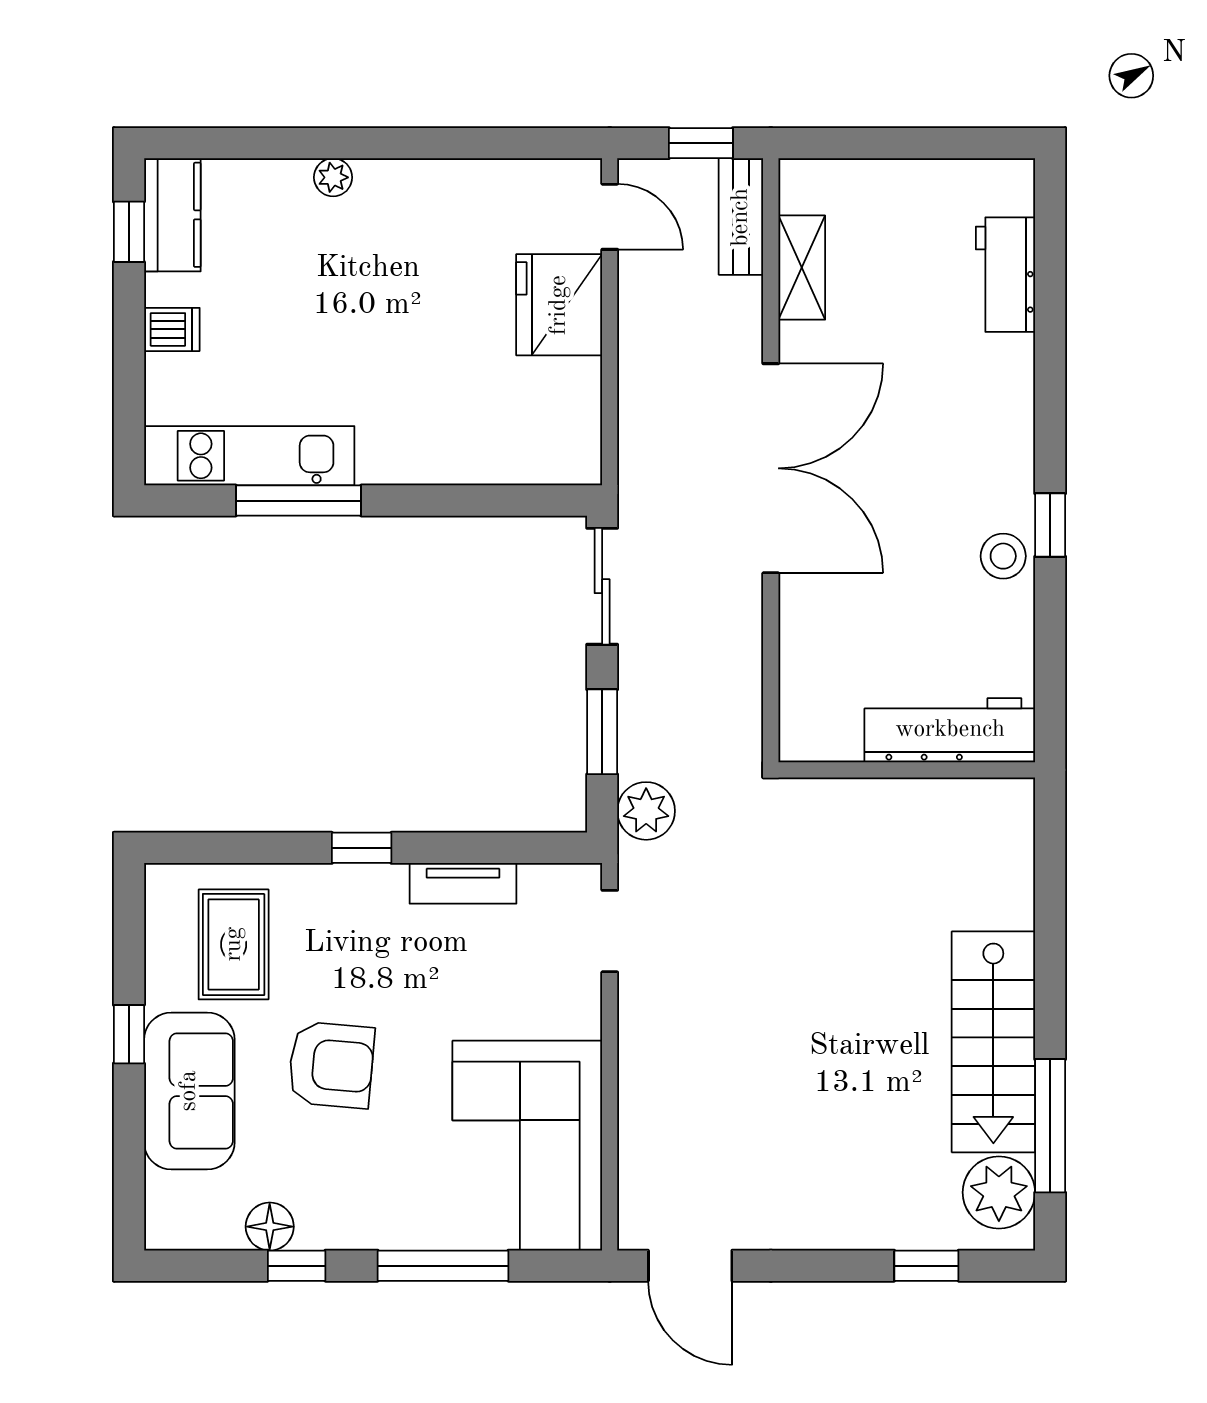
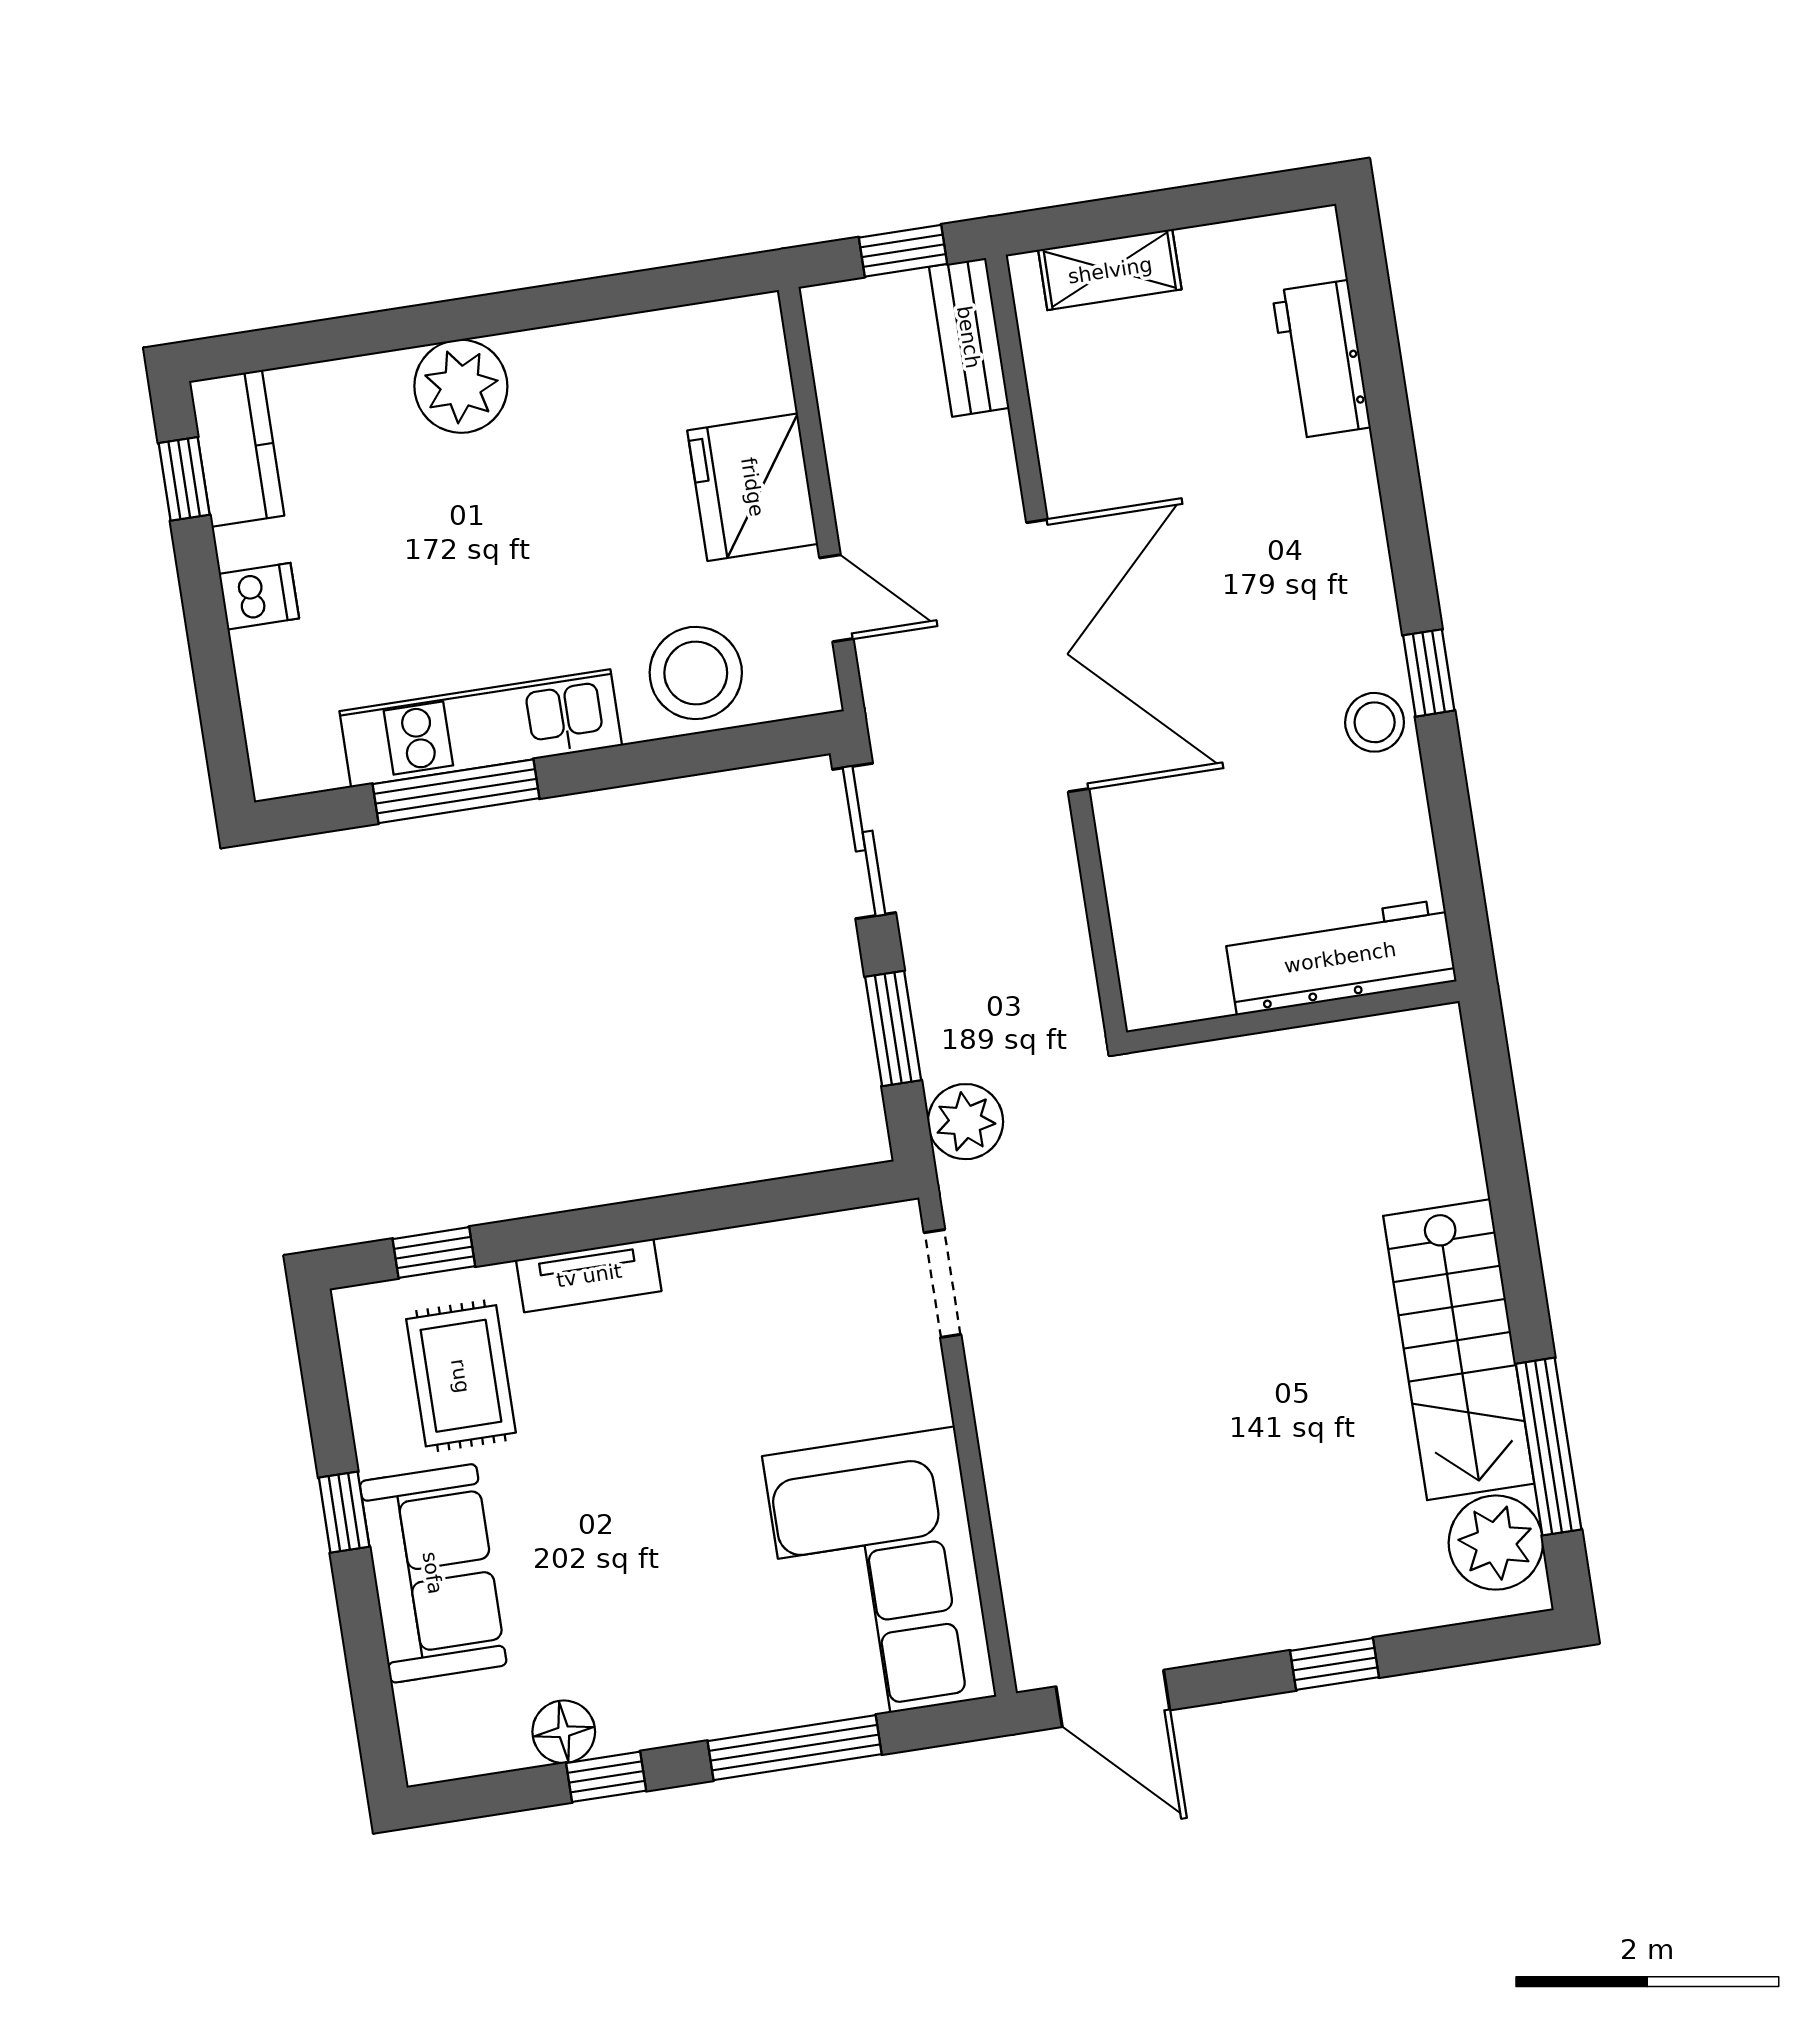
plant: (333, 177) -> (461, 386), width x1.88, depth x1.88
door: (610, 217) -> (836, 598), moved
shelving: (802, 268) -> (1110, 270), moved, turned 90
stool: (494, 439) -> (696, 673), added
kitchen unit: (249, 456) -> (481, 728), moved
window: (362, 848) -> (434, 1253), moved
tv unit: (463, 883) -> (589, 1275), moved
armchair: (331, 1065) -> (611, 1512), removed
window: (926, 1266) -> (1334, 1664), moved

